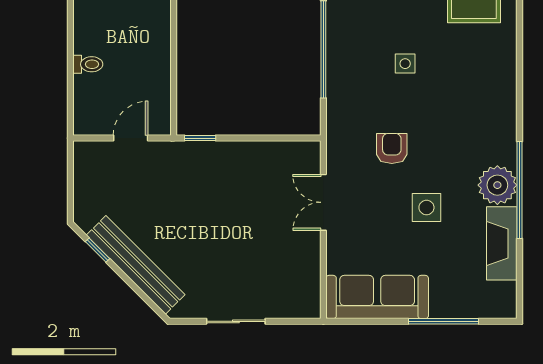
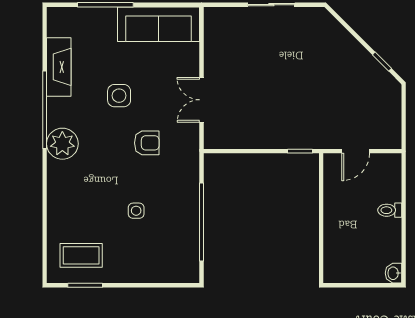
armchair: (392, 148) -> (147, 143), turned -90
plant: (497, 185) -> (62, 144), moved
double door: (323, 202) -> (201, 100), swing flipped
bench: (136, 265) -> (352, 50), removed

